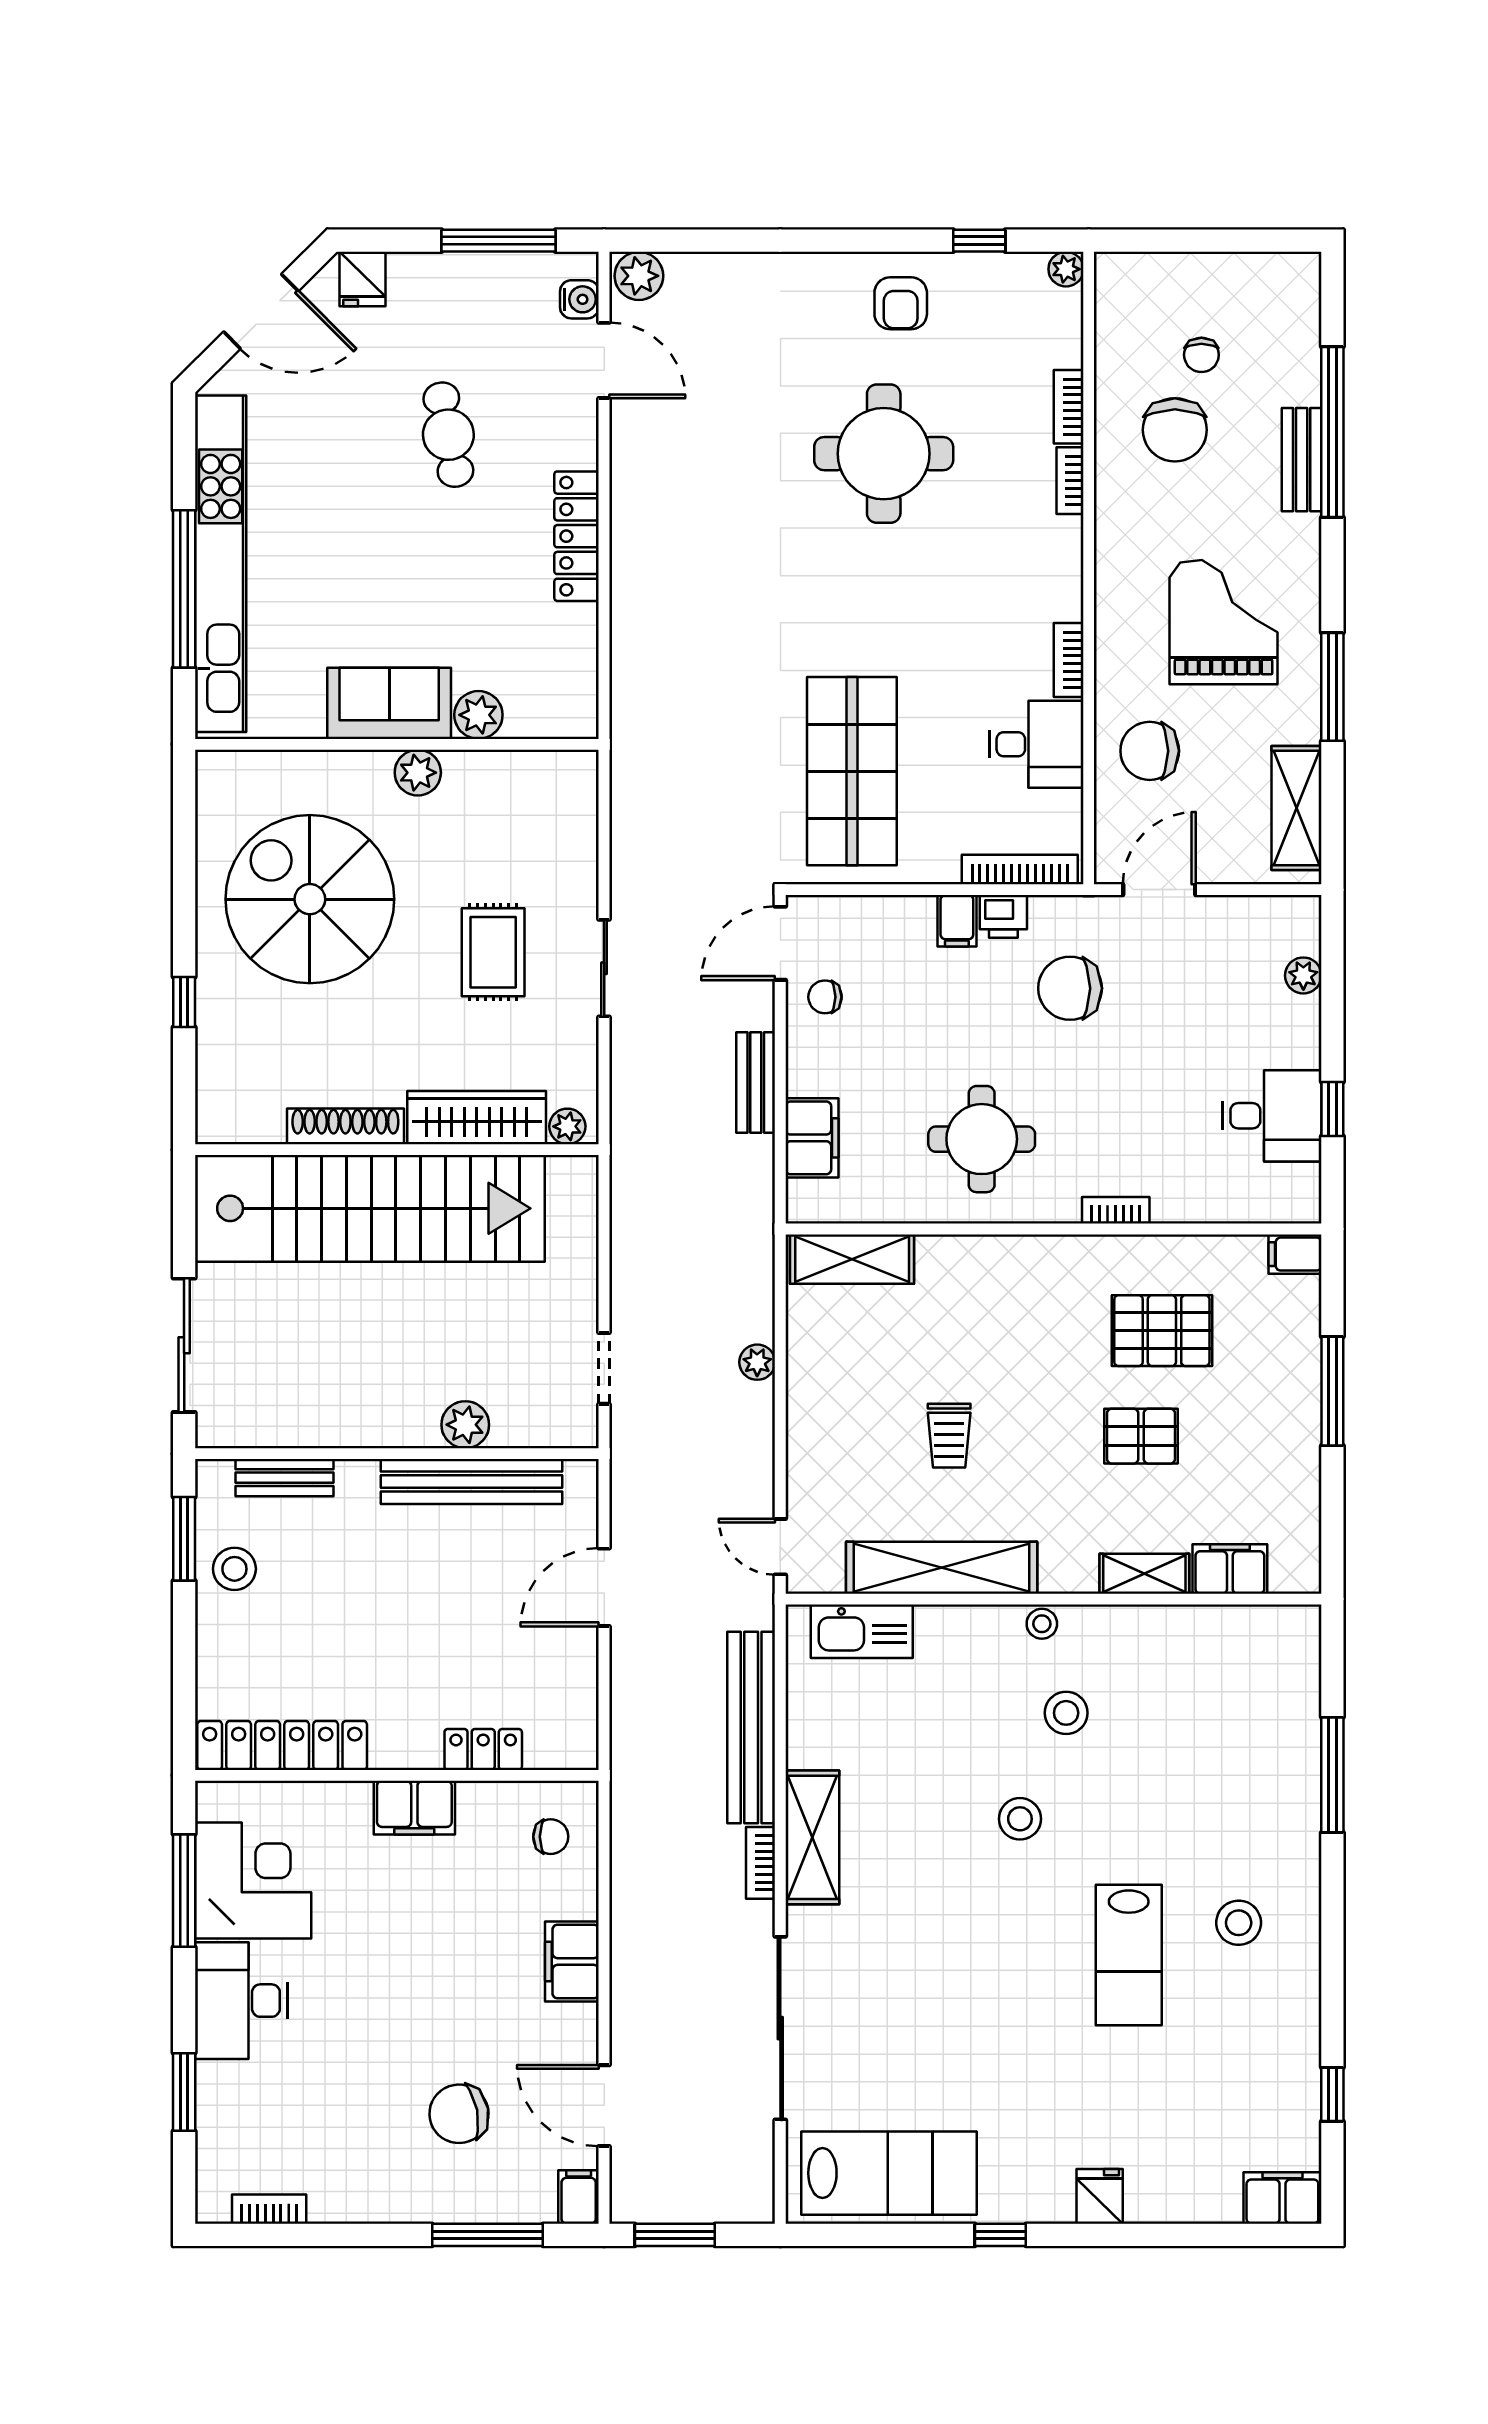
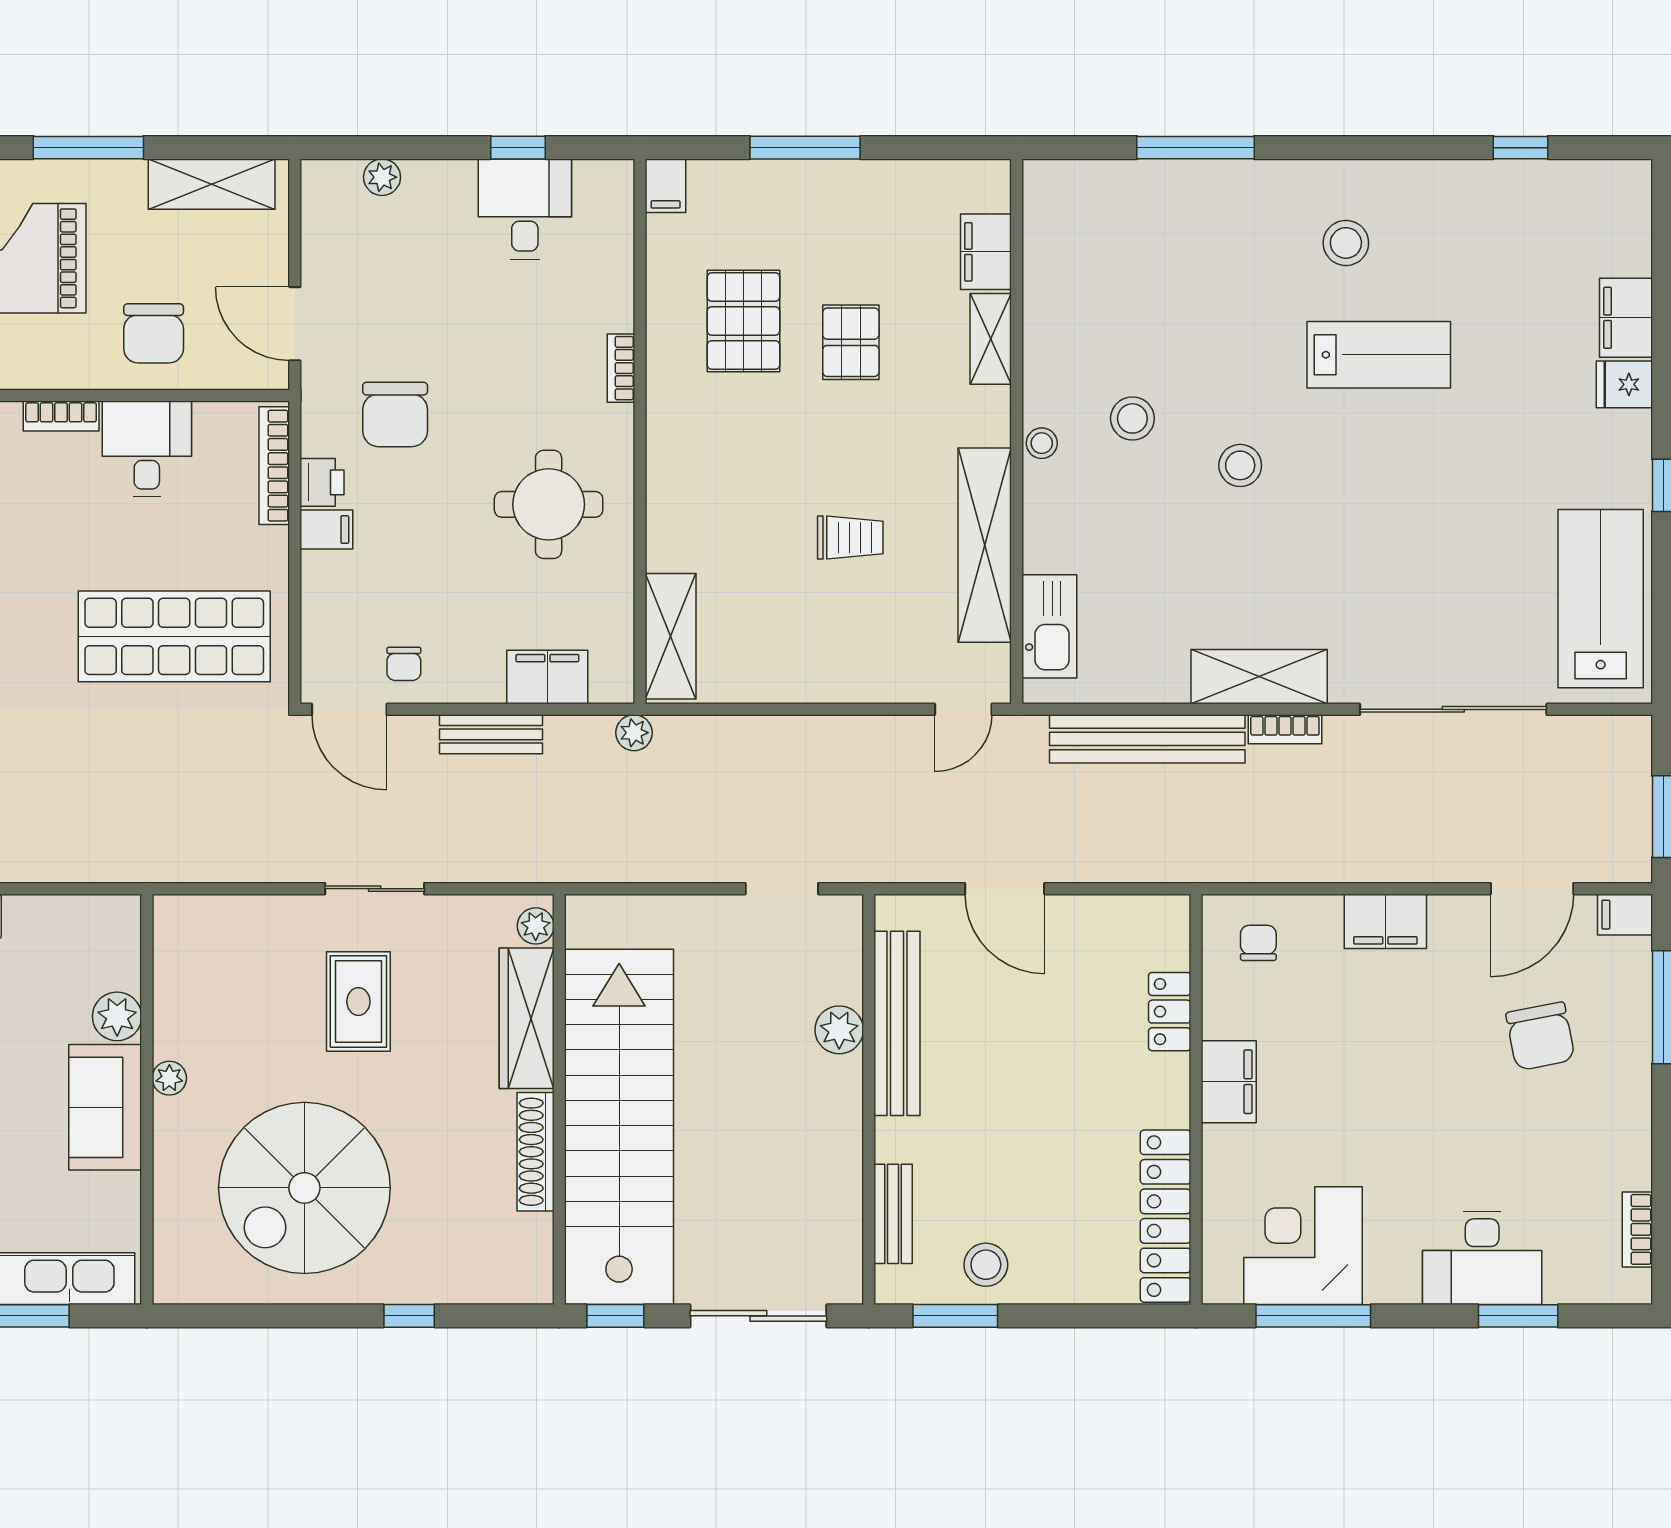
plant: (418, 773) -> (169, 1078), width x0.73, depth x0.73
rug: (493, 952) -> (358, 1002), turned 90
window: (184, 1205) -> (615, 1316), added
plant: (757, 1362) -> (634, 733), moved
desk: (241, 2001) -> (1482, 1258), moved
filing cabinet: (1282, 2198) -> (1626, 318), moved

